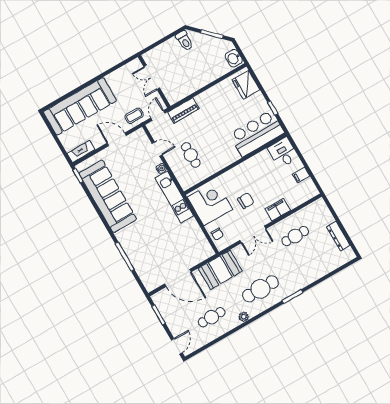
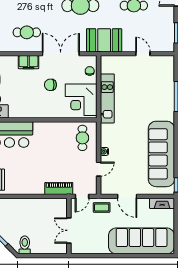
double door: (152, 77) -> (69, 230), swing flipped
door: (157, 149) -> (99, 169), swing flipped
cafe table: (191, 155) -> (82, 138), moved
kitchen unit: (174, 197) -> (107, 98), moved
double door: (253, 234) -> (61, 54), width x1.37
door: (178, 278) -> (143, 54), width x0.53

